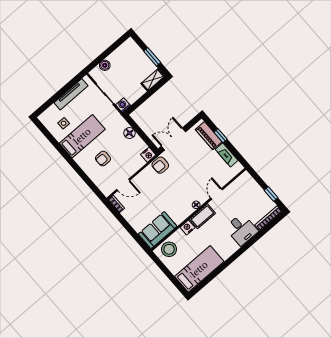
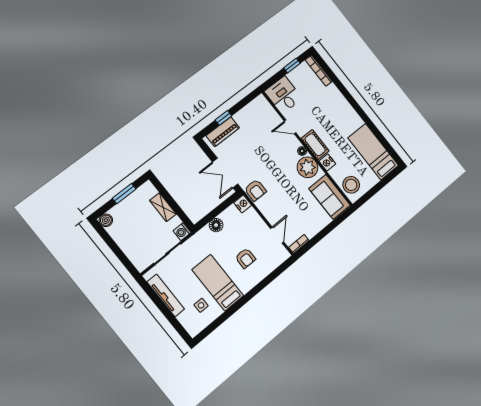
boiler: (105, 65) -> (106, 220), moved
shelving: (153, 80) -> (163, 207), moved
fireplace: (227, 155) -> (246, 112), removed
plant: (182, 210) -> (308, 167), added
desk: (242, 229) -> (283, 95), moved, turned -90

